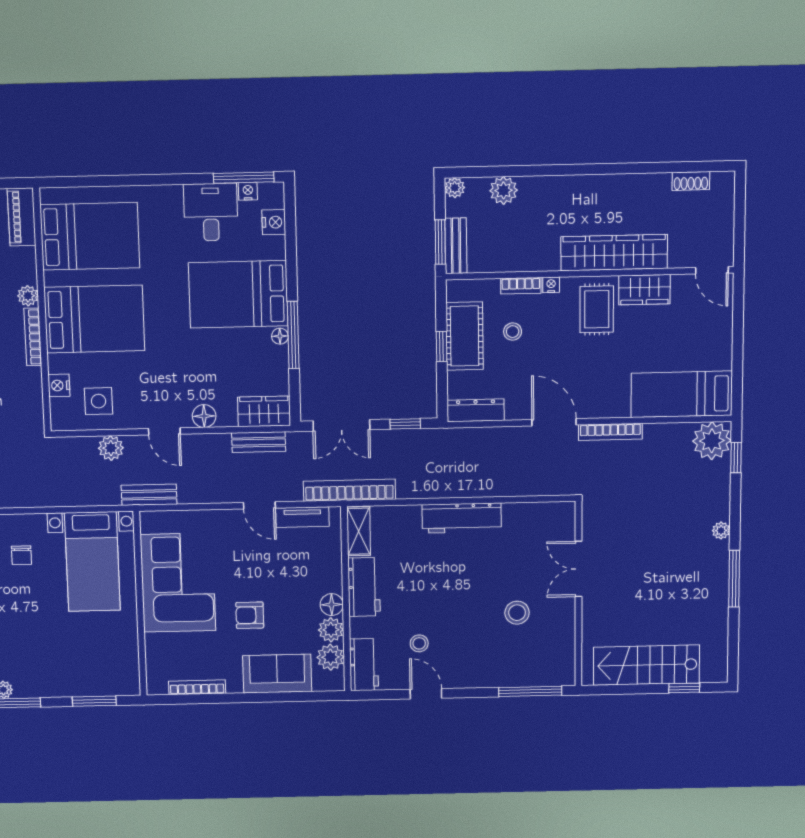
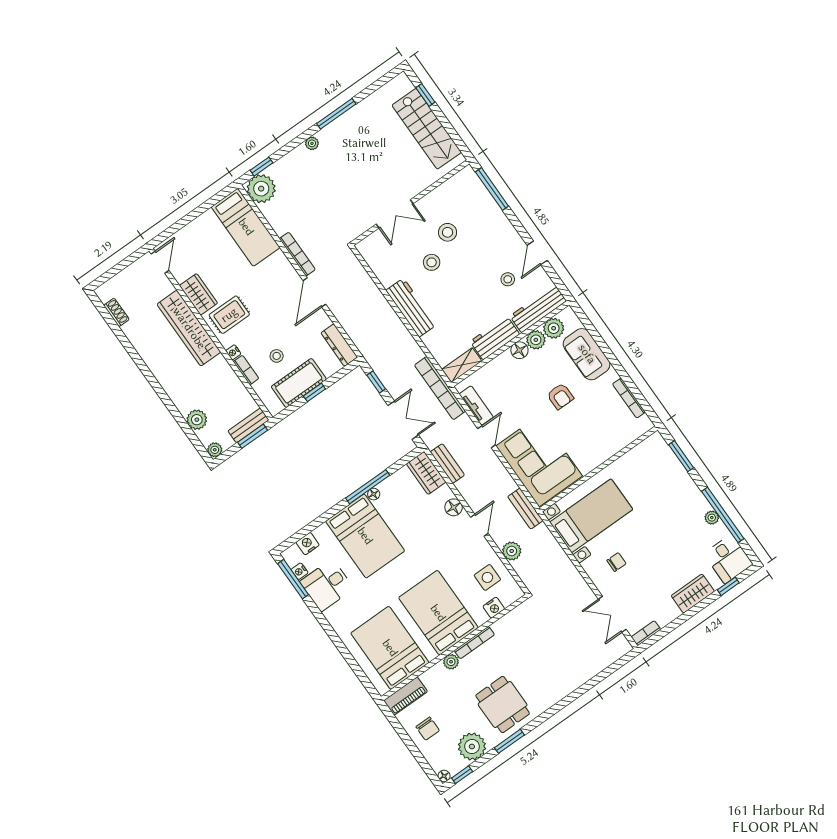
stool: (496, 574) -> (432, 262), added
corner sofa: (178, 583) -> (539, 461), moved, turned 90
workbench: (364, 665) -> (538, 309), width x1.38

